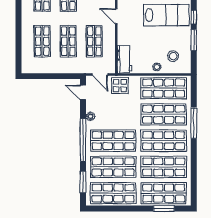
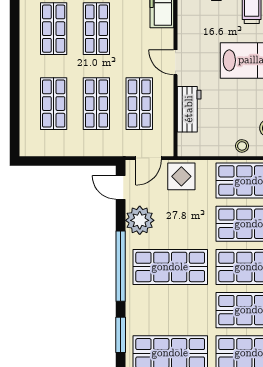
workbench: (125, 59) -> (189, 109), moved
door: (100, 74) -> (149, 158), hinge flipped
plant: (90, 116) -> (140, 220), width x1.87, depth x1.87
shop shelf: (113, 167) -> (170, 310), removed

